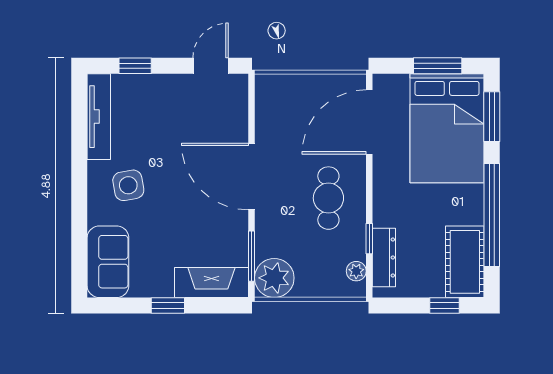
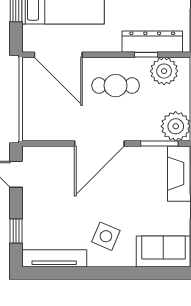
side table: (128, 185) -> (106, 236), turned 33
dresser: (384, 257) -> (152, 42), width x1.37, depth x1.24
plant: (356, 271) -> (164, 71), width x1.87, depth x1.87

